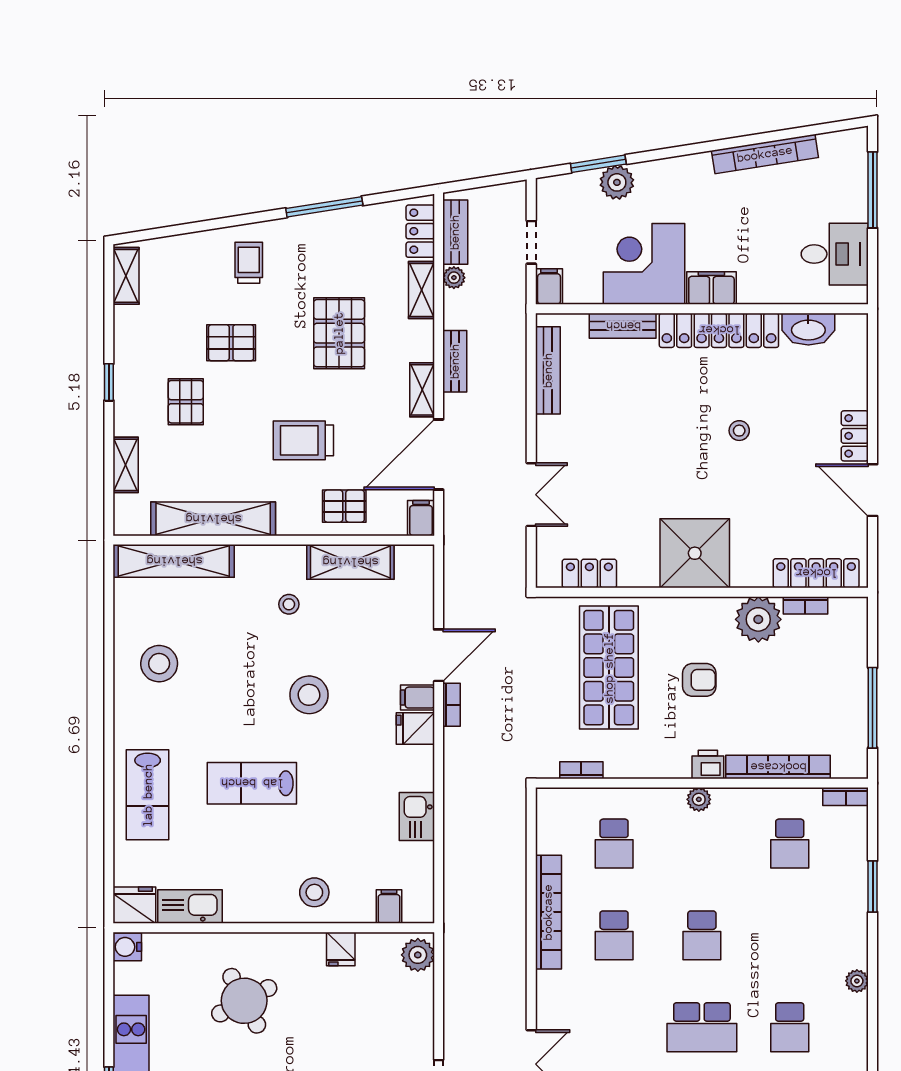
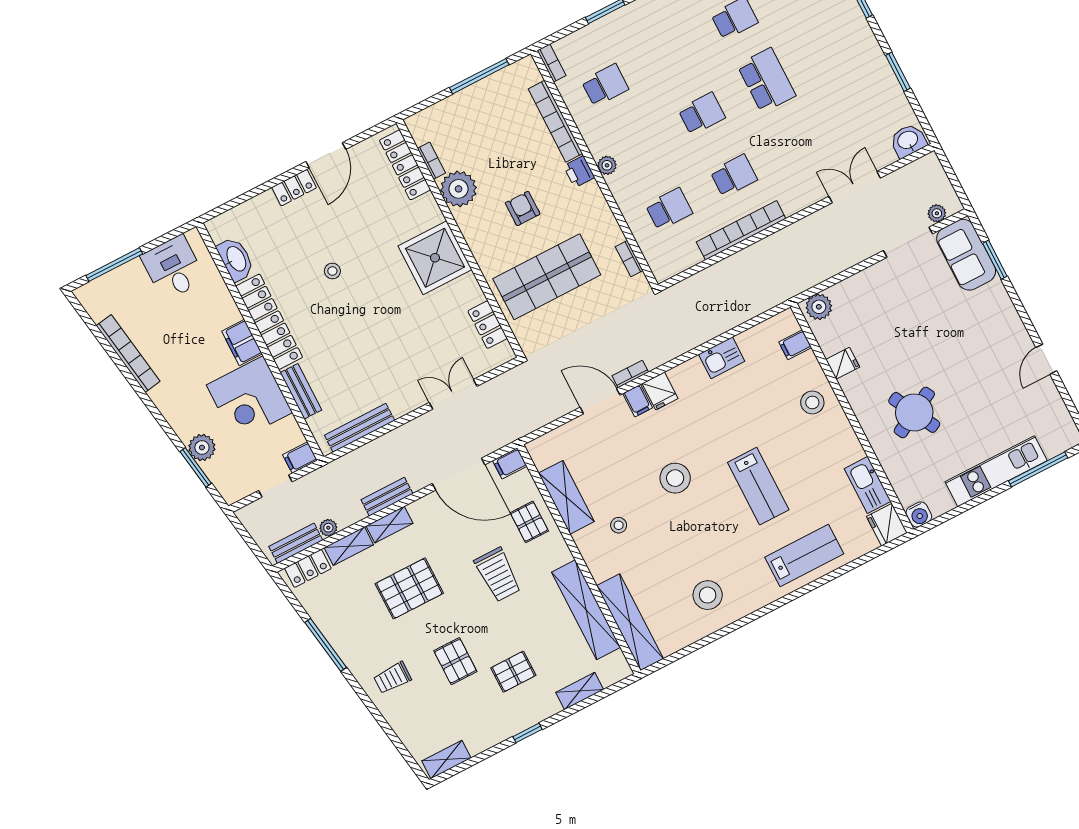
shelving: (422, 390) -> (390, 525), moved

